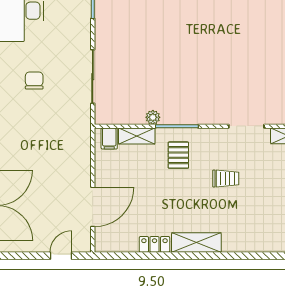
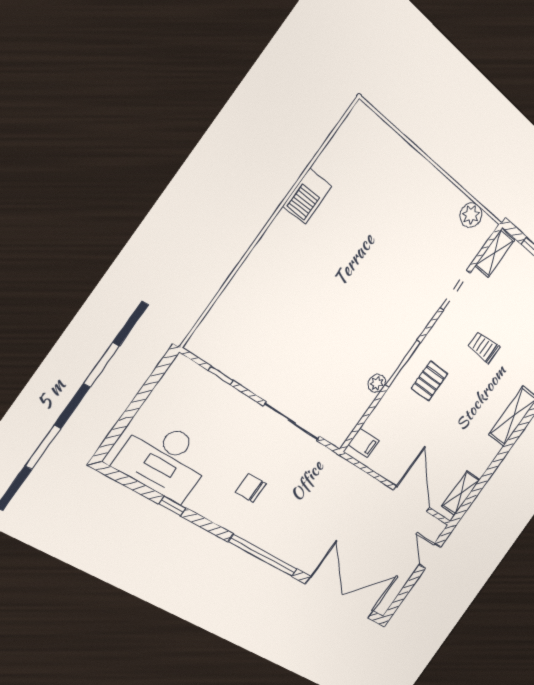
shelving: (137, 136) -> (461, 493), moved
pallet: (178, 155) -> (429, 381), turned 90
trolley: (226, 179) -> (484, 347), turned -90
locker: (154, 244) -> (486, 458), removed

